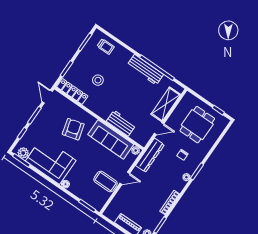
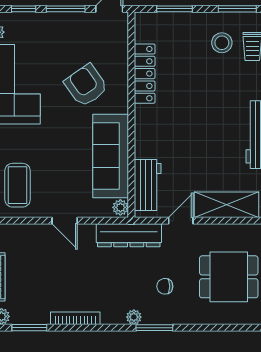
stool: (98, 80) -> (222, 43), moved
locker: (72, 91) -> (145, 74), moved
workbench: (121, 123) -> (148, 185), moved
armchair: (73, 129) -> (86, 85), turned -110
door: (159, 129) -> (181, 221), swing flipped
coffee table: (106, 182) -> (18, 185), moved

